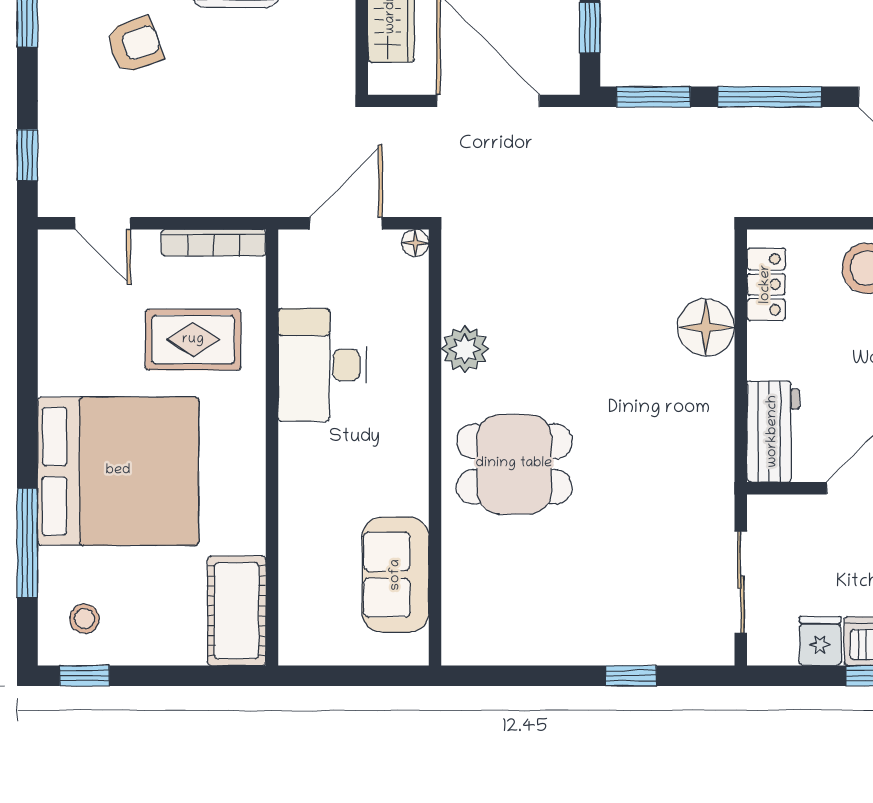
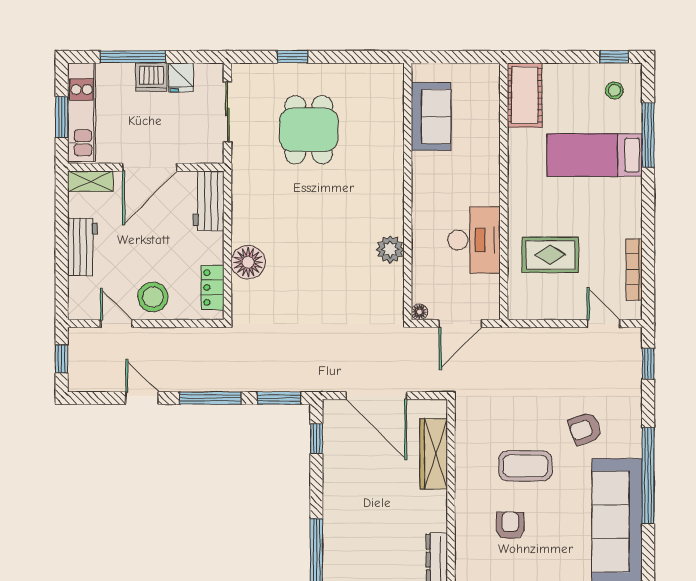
bookcase: (214, 243) -> (634, 270), moved, turned -90
dining table: (514, 464) -> (309, 130), moved, turned 90
bed: (118, 471) -> (595, 155), width x0.49

